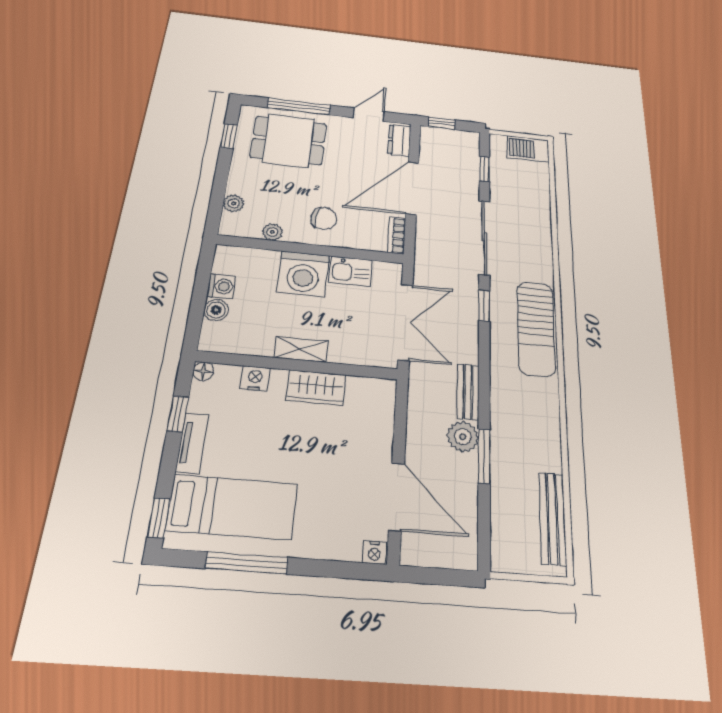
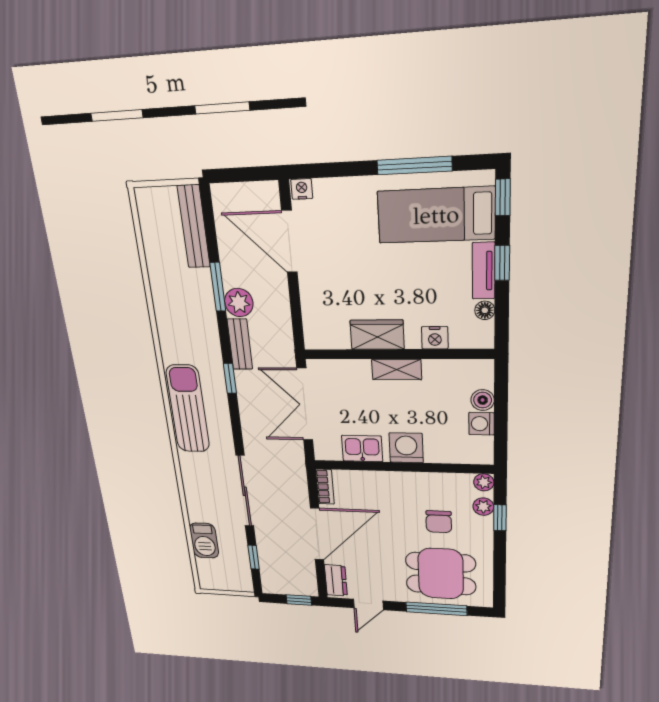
window: (229, 136) -> (500, 518), moved
barbecue: (528, 149) -> (204, 541), moved, turned 90
chair: (324, 219) -> (439, 522), moved, turned -99
plant: (272, 232) -> (484, 482), moved
washing machine: (303, 274) -> (406, 448), width x0.73, depth x0.73
window: (484, 306) -> (230, 378), moved
floor lamp: (203, 371) -> (485, 310), moved
window: (178, 414) -> (502, 263), moved
bench: (552, 518) -> (194, 227), moved

